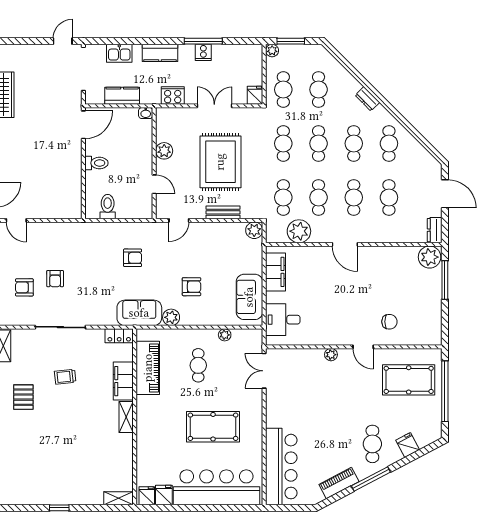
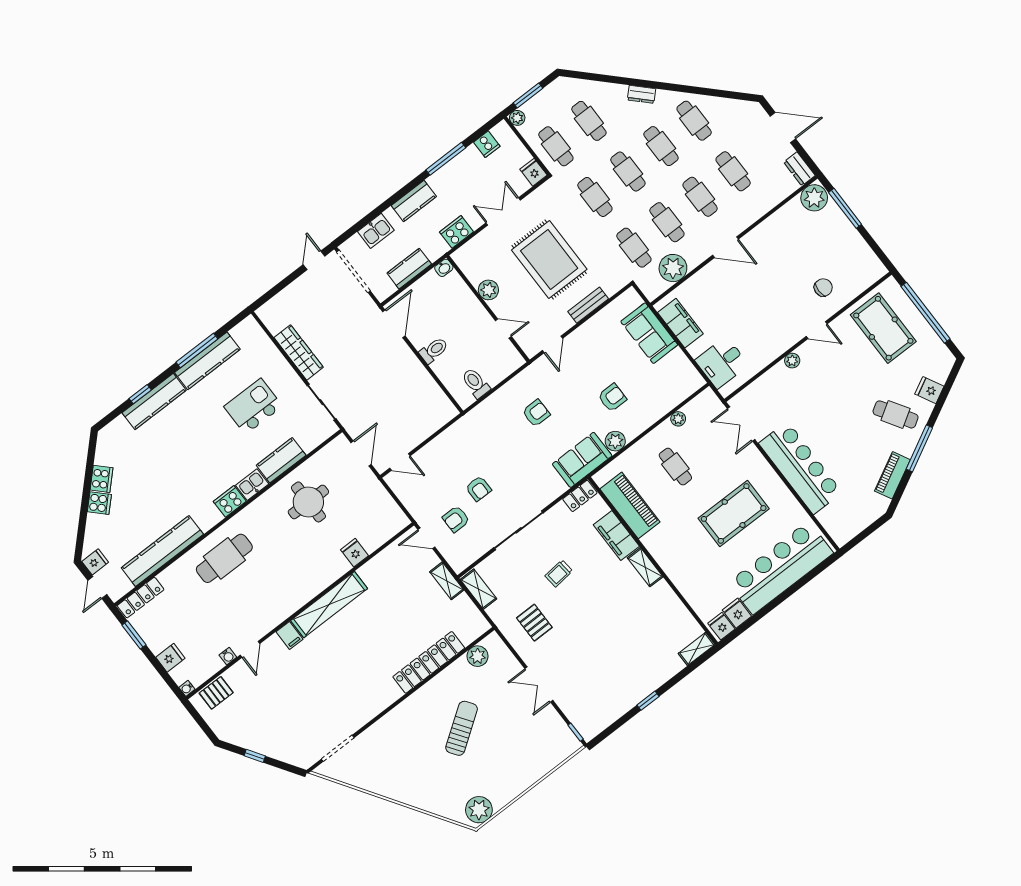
cooker: (203, 52) -> (487, 144), moved
plant: (254, 230) -> (630, 299), removed
sofa: (249, 297) -> (649, 333), moved
pool table: (409, 380) -> (883, 328), turned 90
cafe table: (372, 444) -> (896, 414), turned -32
bar counter: (281, 467) -> (800, 468), moved

